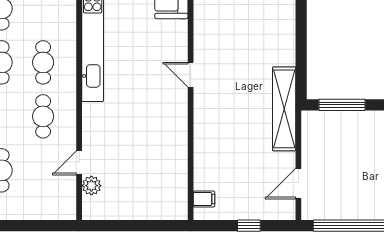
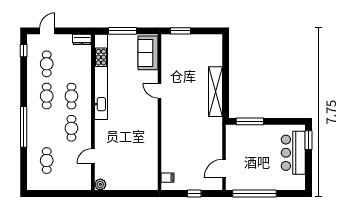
door: (191, 75) -> (159, 91), moved
shelving: (284, 109) -> (215, 92), moved
plant: (91, 186) -> (100, 184), moved

